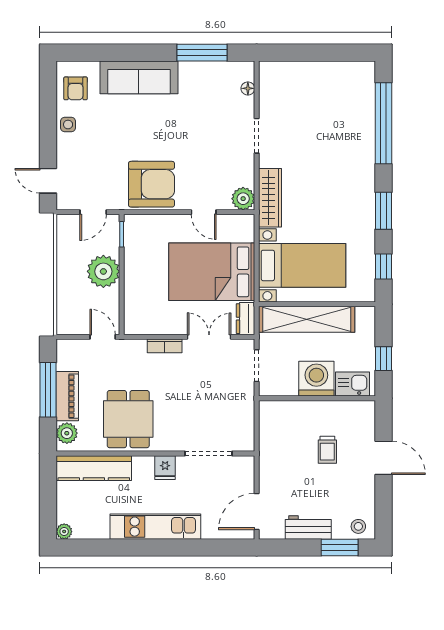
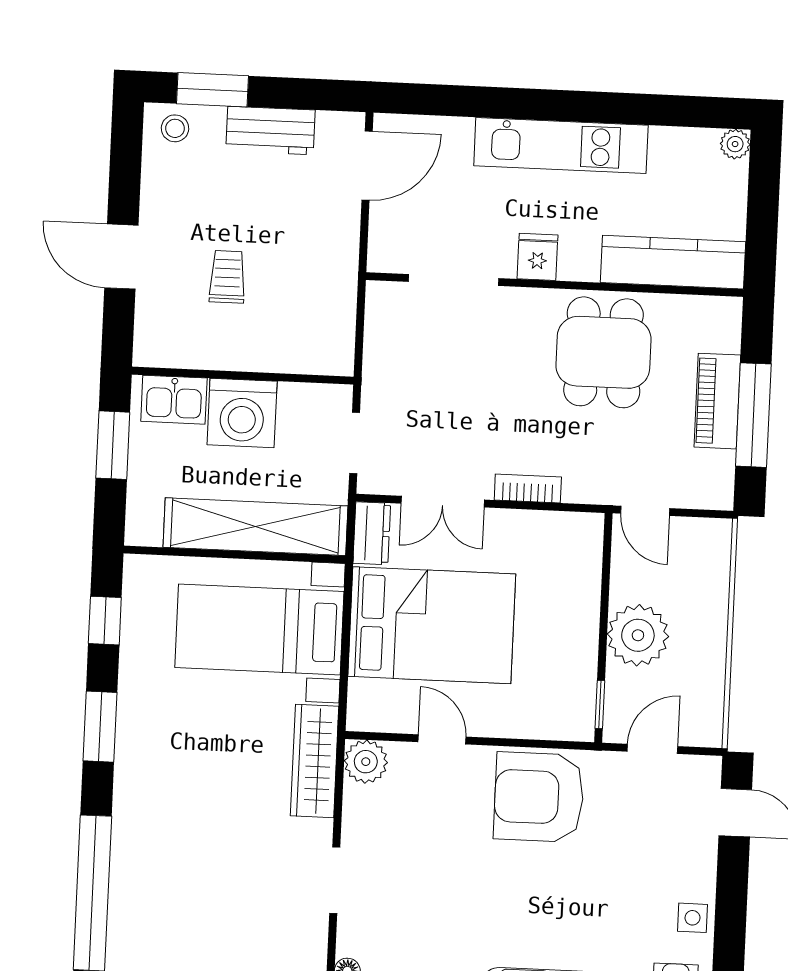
window: (383, 359) -> (113, 445), width x1.50
plant: (67, 433) -> (721, 331), removed

